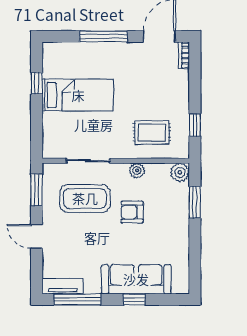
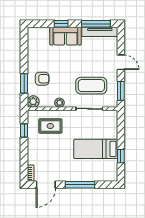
armchair: (132, 212) -> (42, 79), moved
sofa: (136, 279) -> (65, 36), width x0.73
tv unit: (63, 286) -> (100, 32), width x1.41

